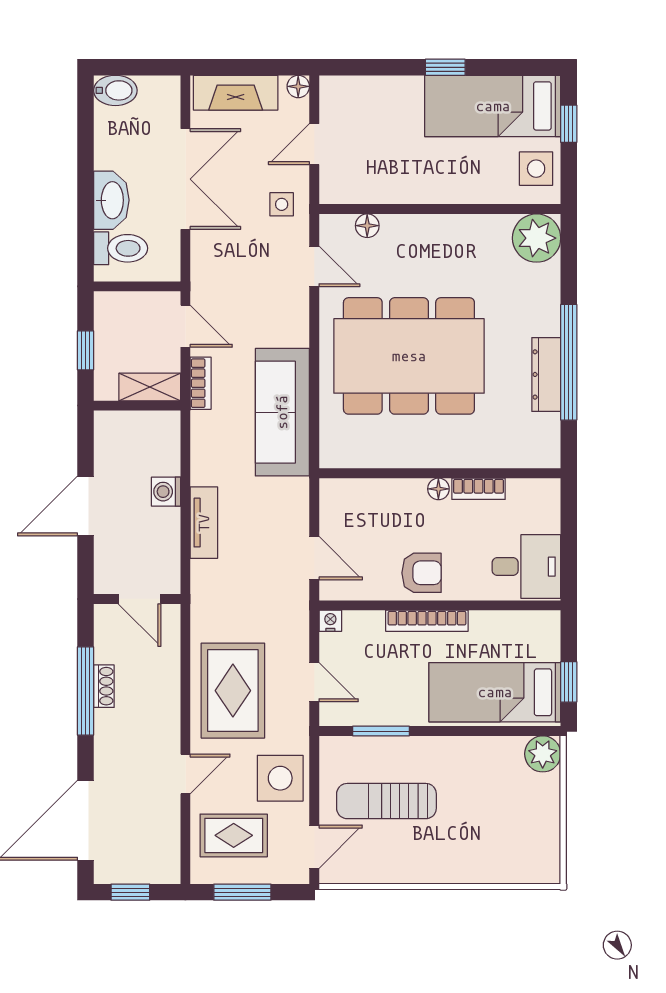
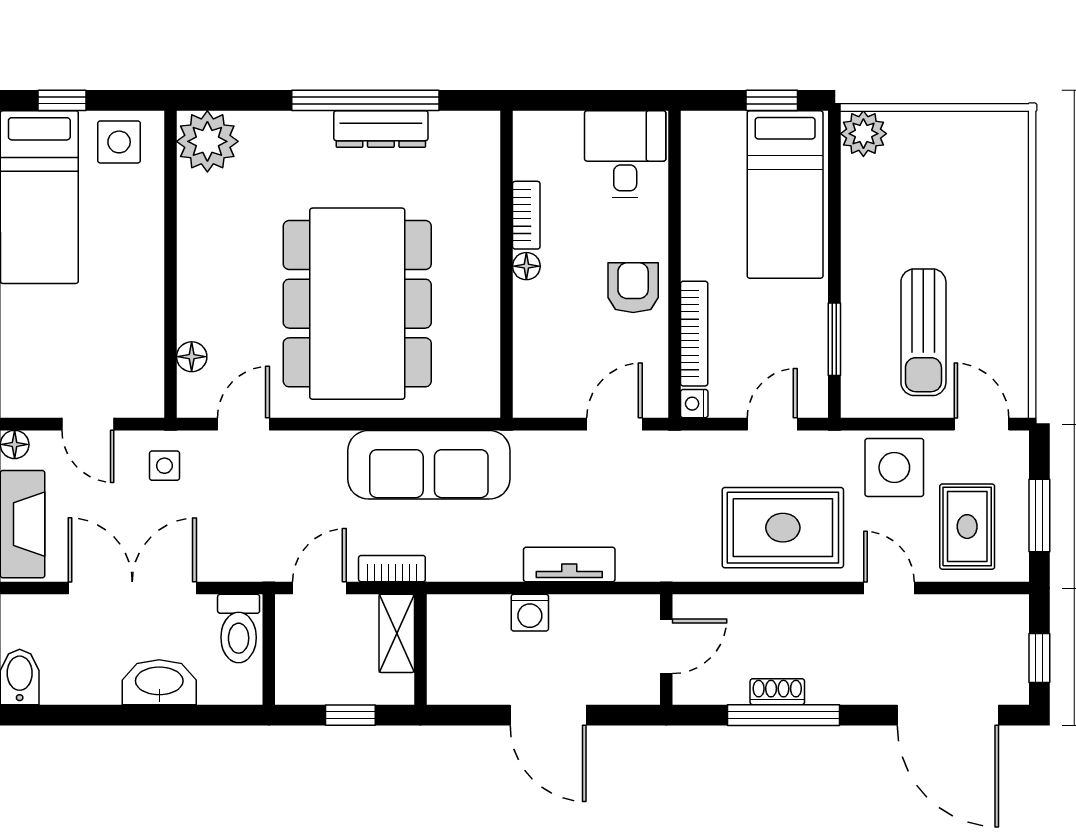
toilet: (121, 248) -> (239, 629), moved, turned 180
bookcase: (427, 621) -> (694, 334), moved

